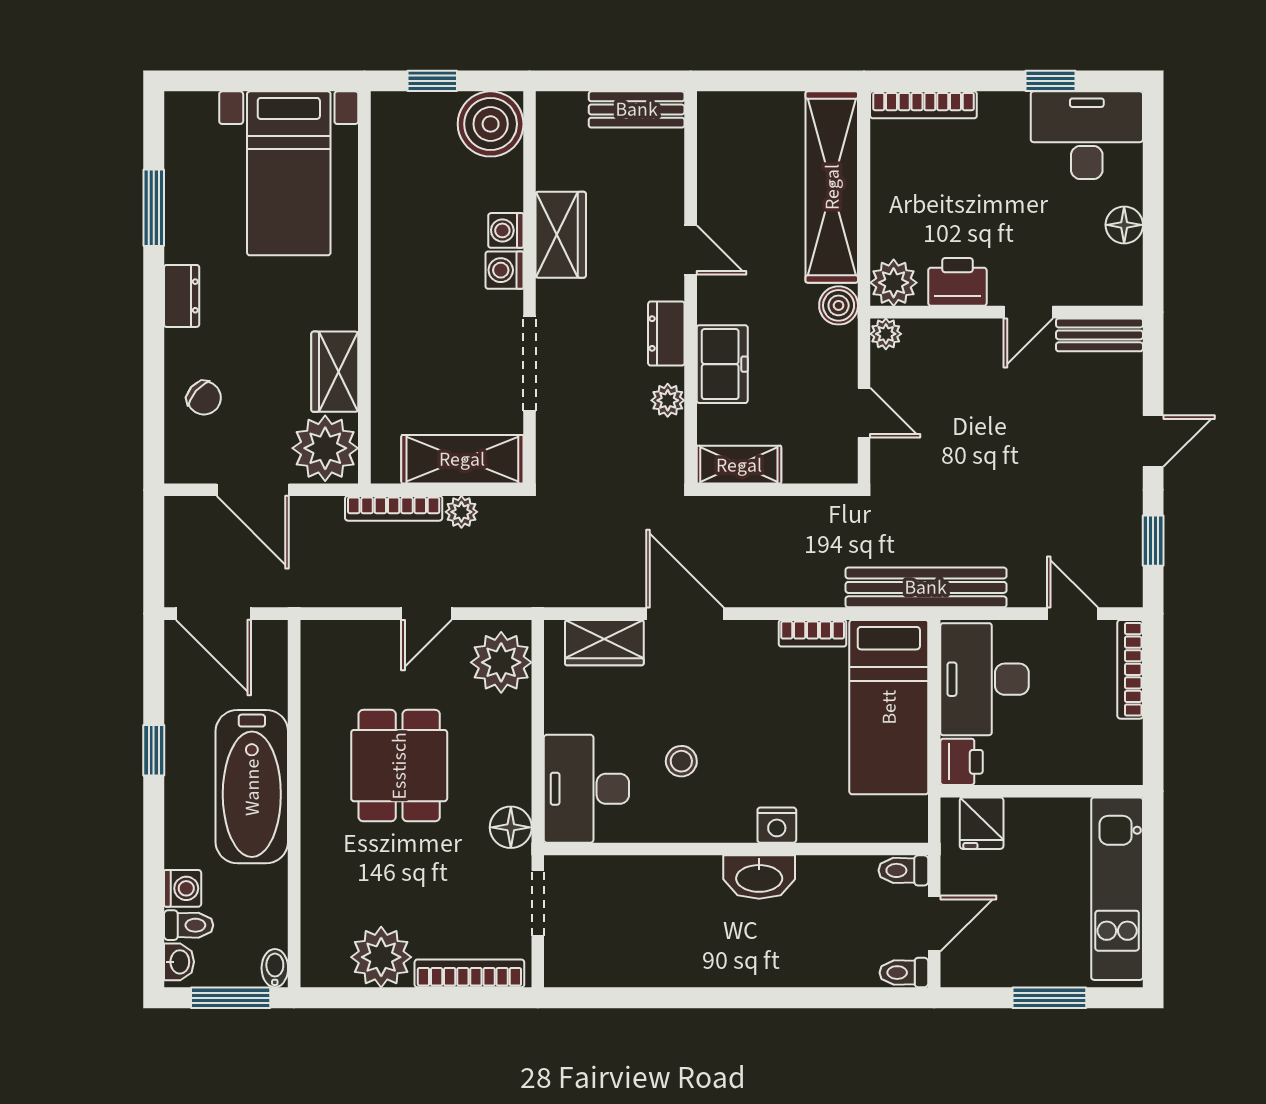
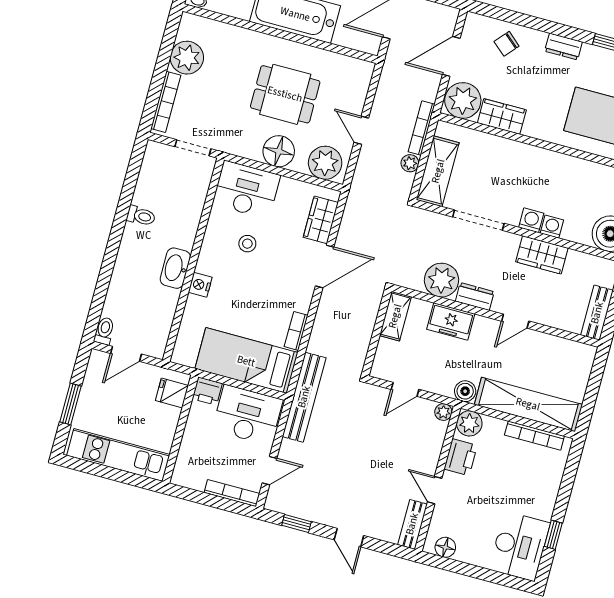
bookcase: (923, 105) -> (534, 436), moved, turned -90
floor lamp: (1124, 225) -> (445, 547), moved
plant: (668, 400) -> (441, 280), width x1.87, depth x1.87
floor lamp: (511, 827) -> (279, 151), moved, width x1.38, depth x1.38
toilet: (903, 870) -> (141, 216), moved, turned 90
door: (934, 924) -> (126, 354), hinge flipped

